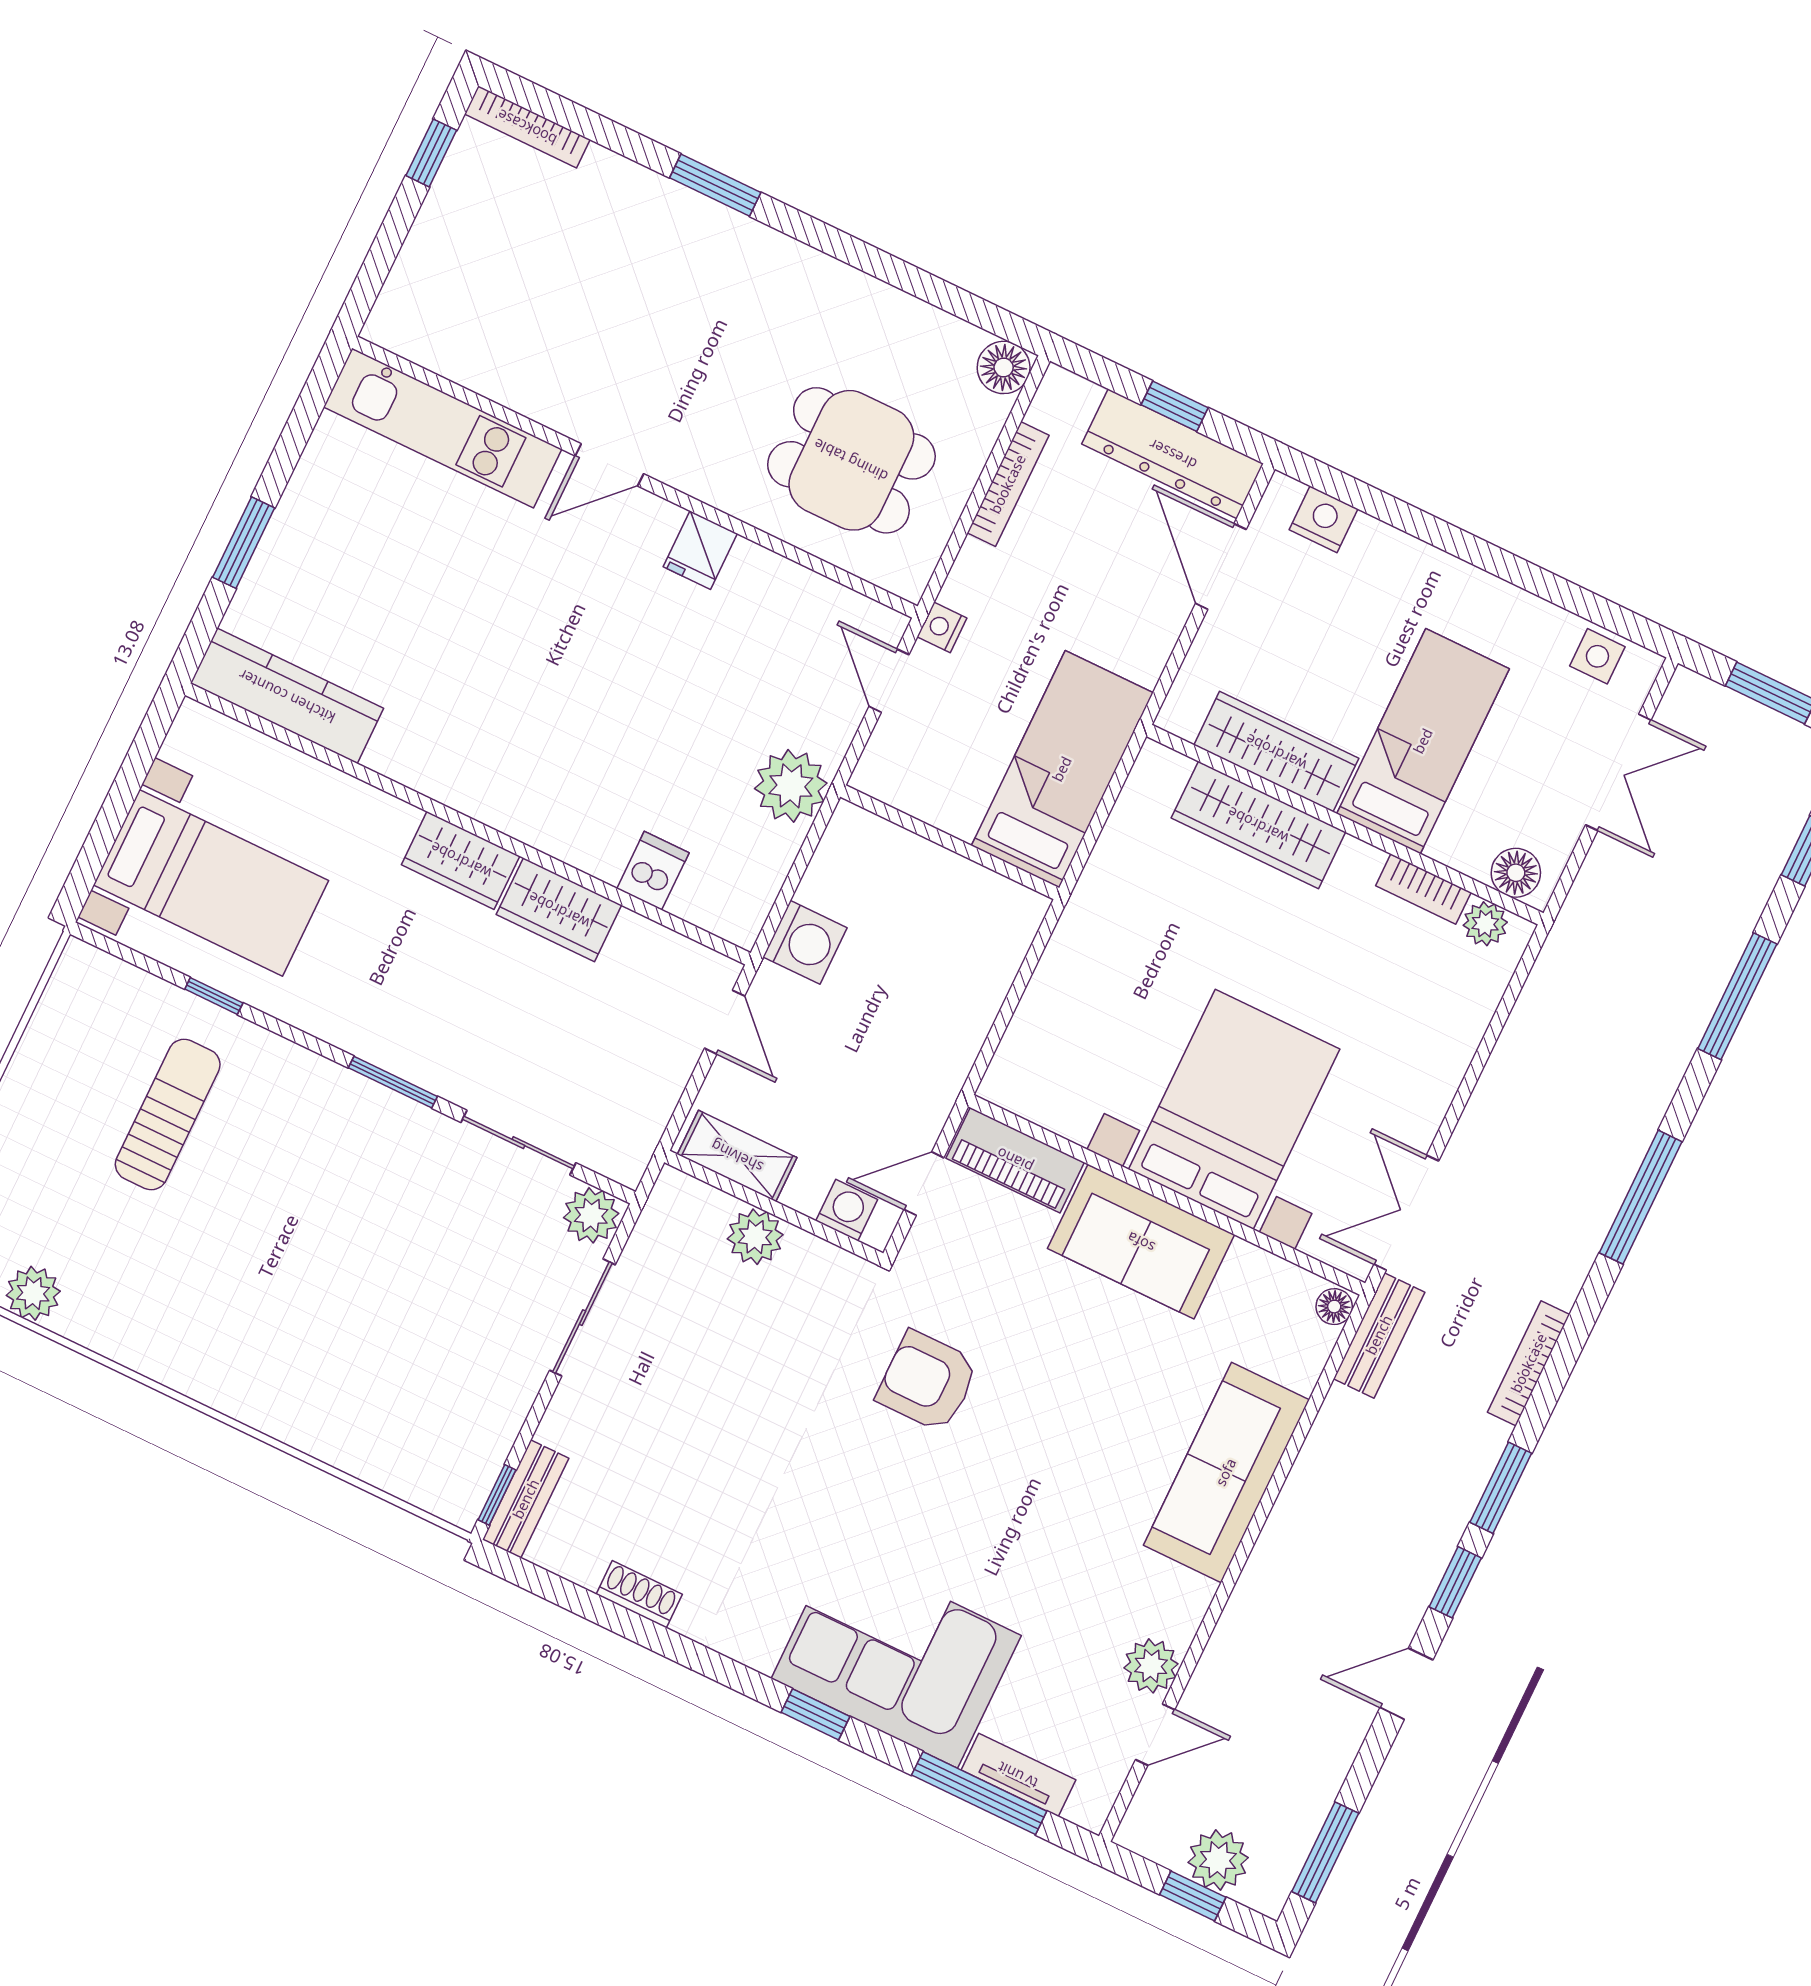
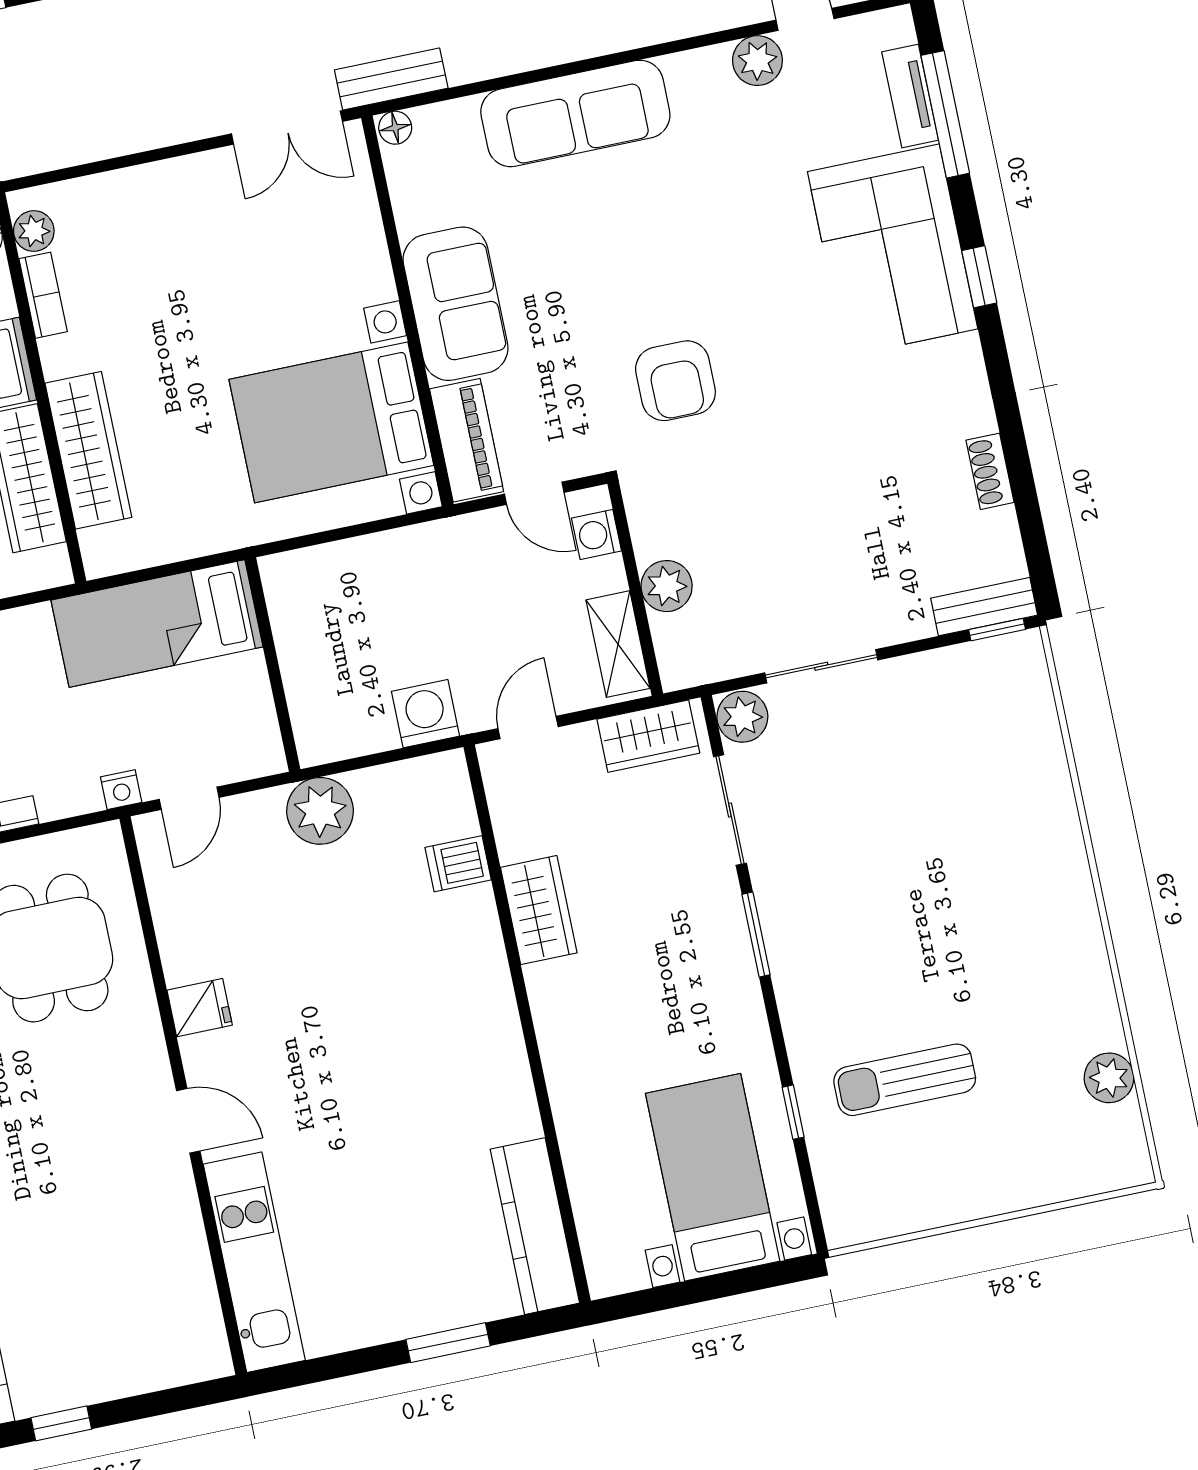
wardrobe: (461, 860) -> (648, 736), moved, turned 90
bed with nightstands: (1234, 1109) -> (331, 422), moved

